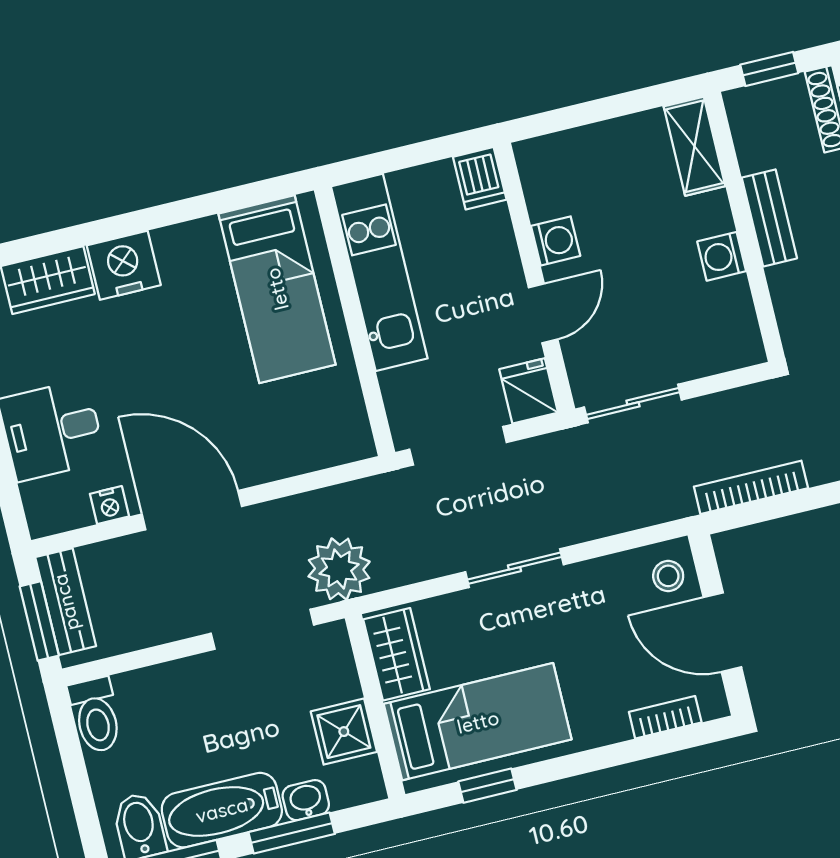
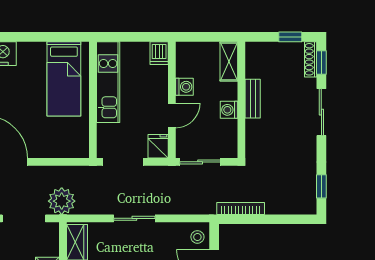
shelving: (695, 146) -> (229, 61), moved
bench: (769, 218) -> (253, 99), moved
wall: (744, 227) -> (241, 100), moved
washing machine: (722, 256) -> (229, 110), moved

